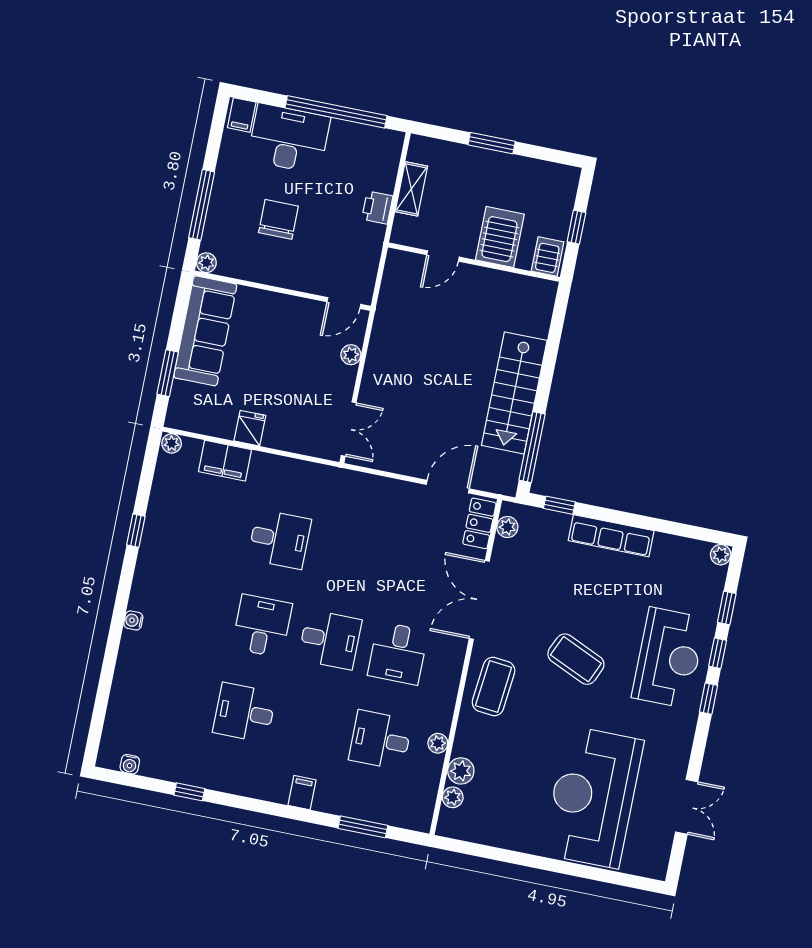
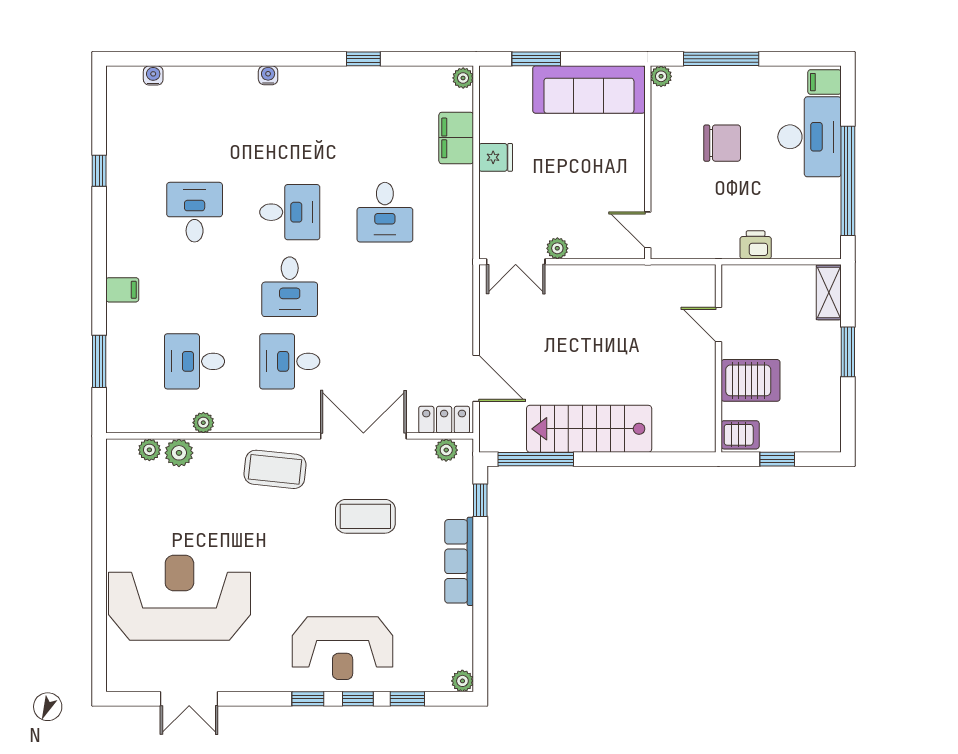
shelving: (411, 189) -> (829, 293), moved, turned 90
plant: (351, 355) -> (557, 248), moved
coffee table: (576, 659) -> (365, 516), moved, turned 66
desk: (380, 740) -> (195, 361), turned -90
water cooler: (130, 764) -> (153, 75), moved, turned 90

